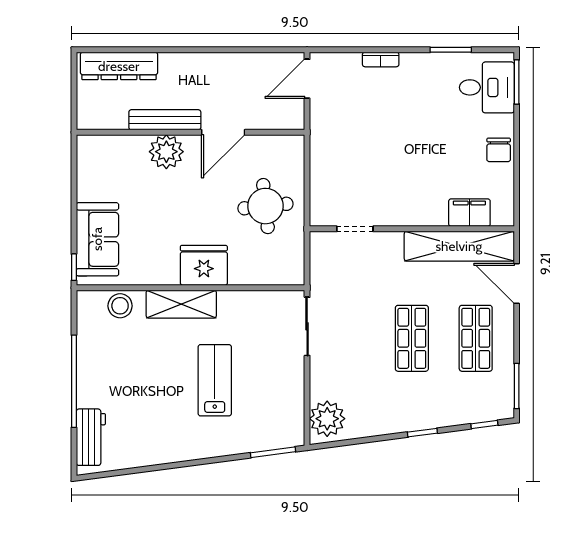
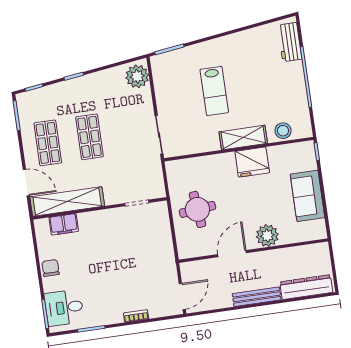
bench: (165, 120) -> (257, 297), moved
sofa: (97, 239) -> (307, 196), moved
fridge: (204, 265) -> (252, 162), moved

